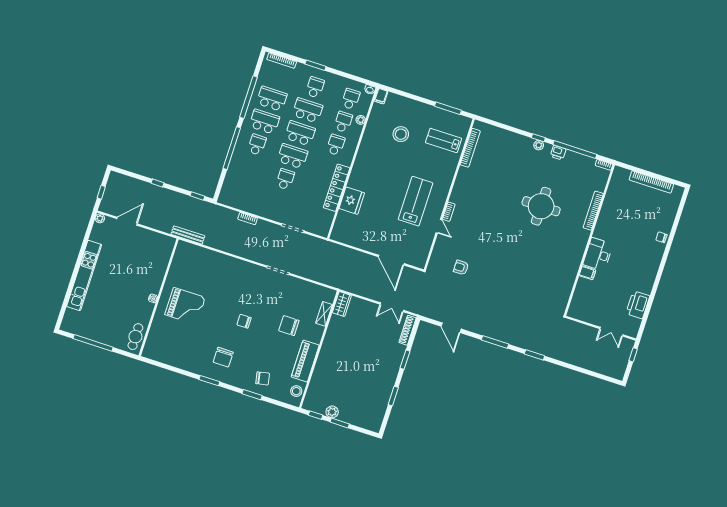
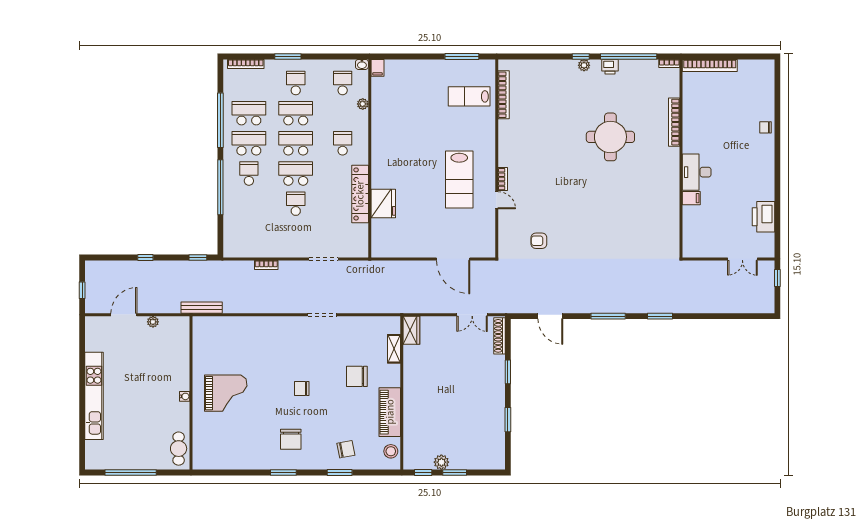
school desk: (343, 122) -> (343, 113), removed
stool: (401, 134) -> (416, 105), removed
bookcase: (651, 182) -> (710, 66), moved
lab bench: (416, 201) -> (459, 179), turned 180
plant: (100, 218) -> (153, 322), moved

